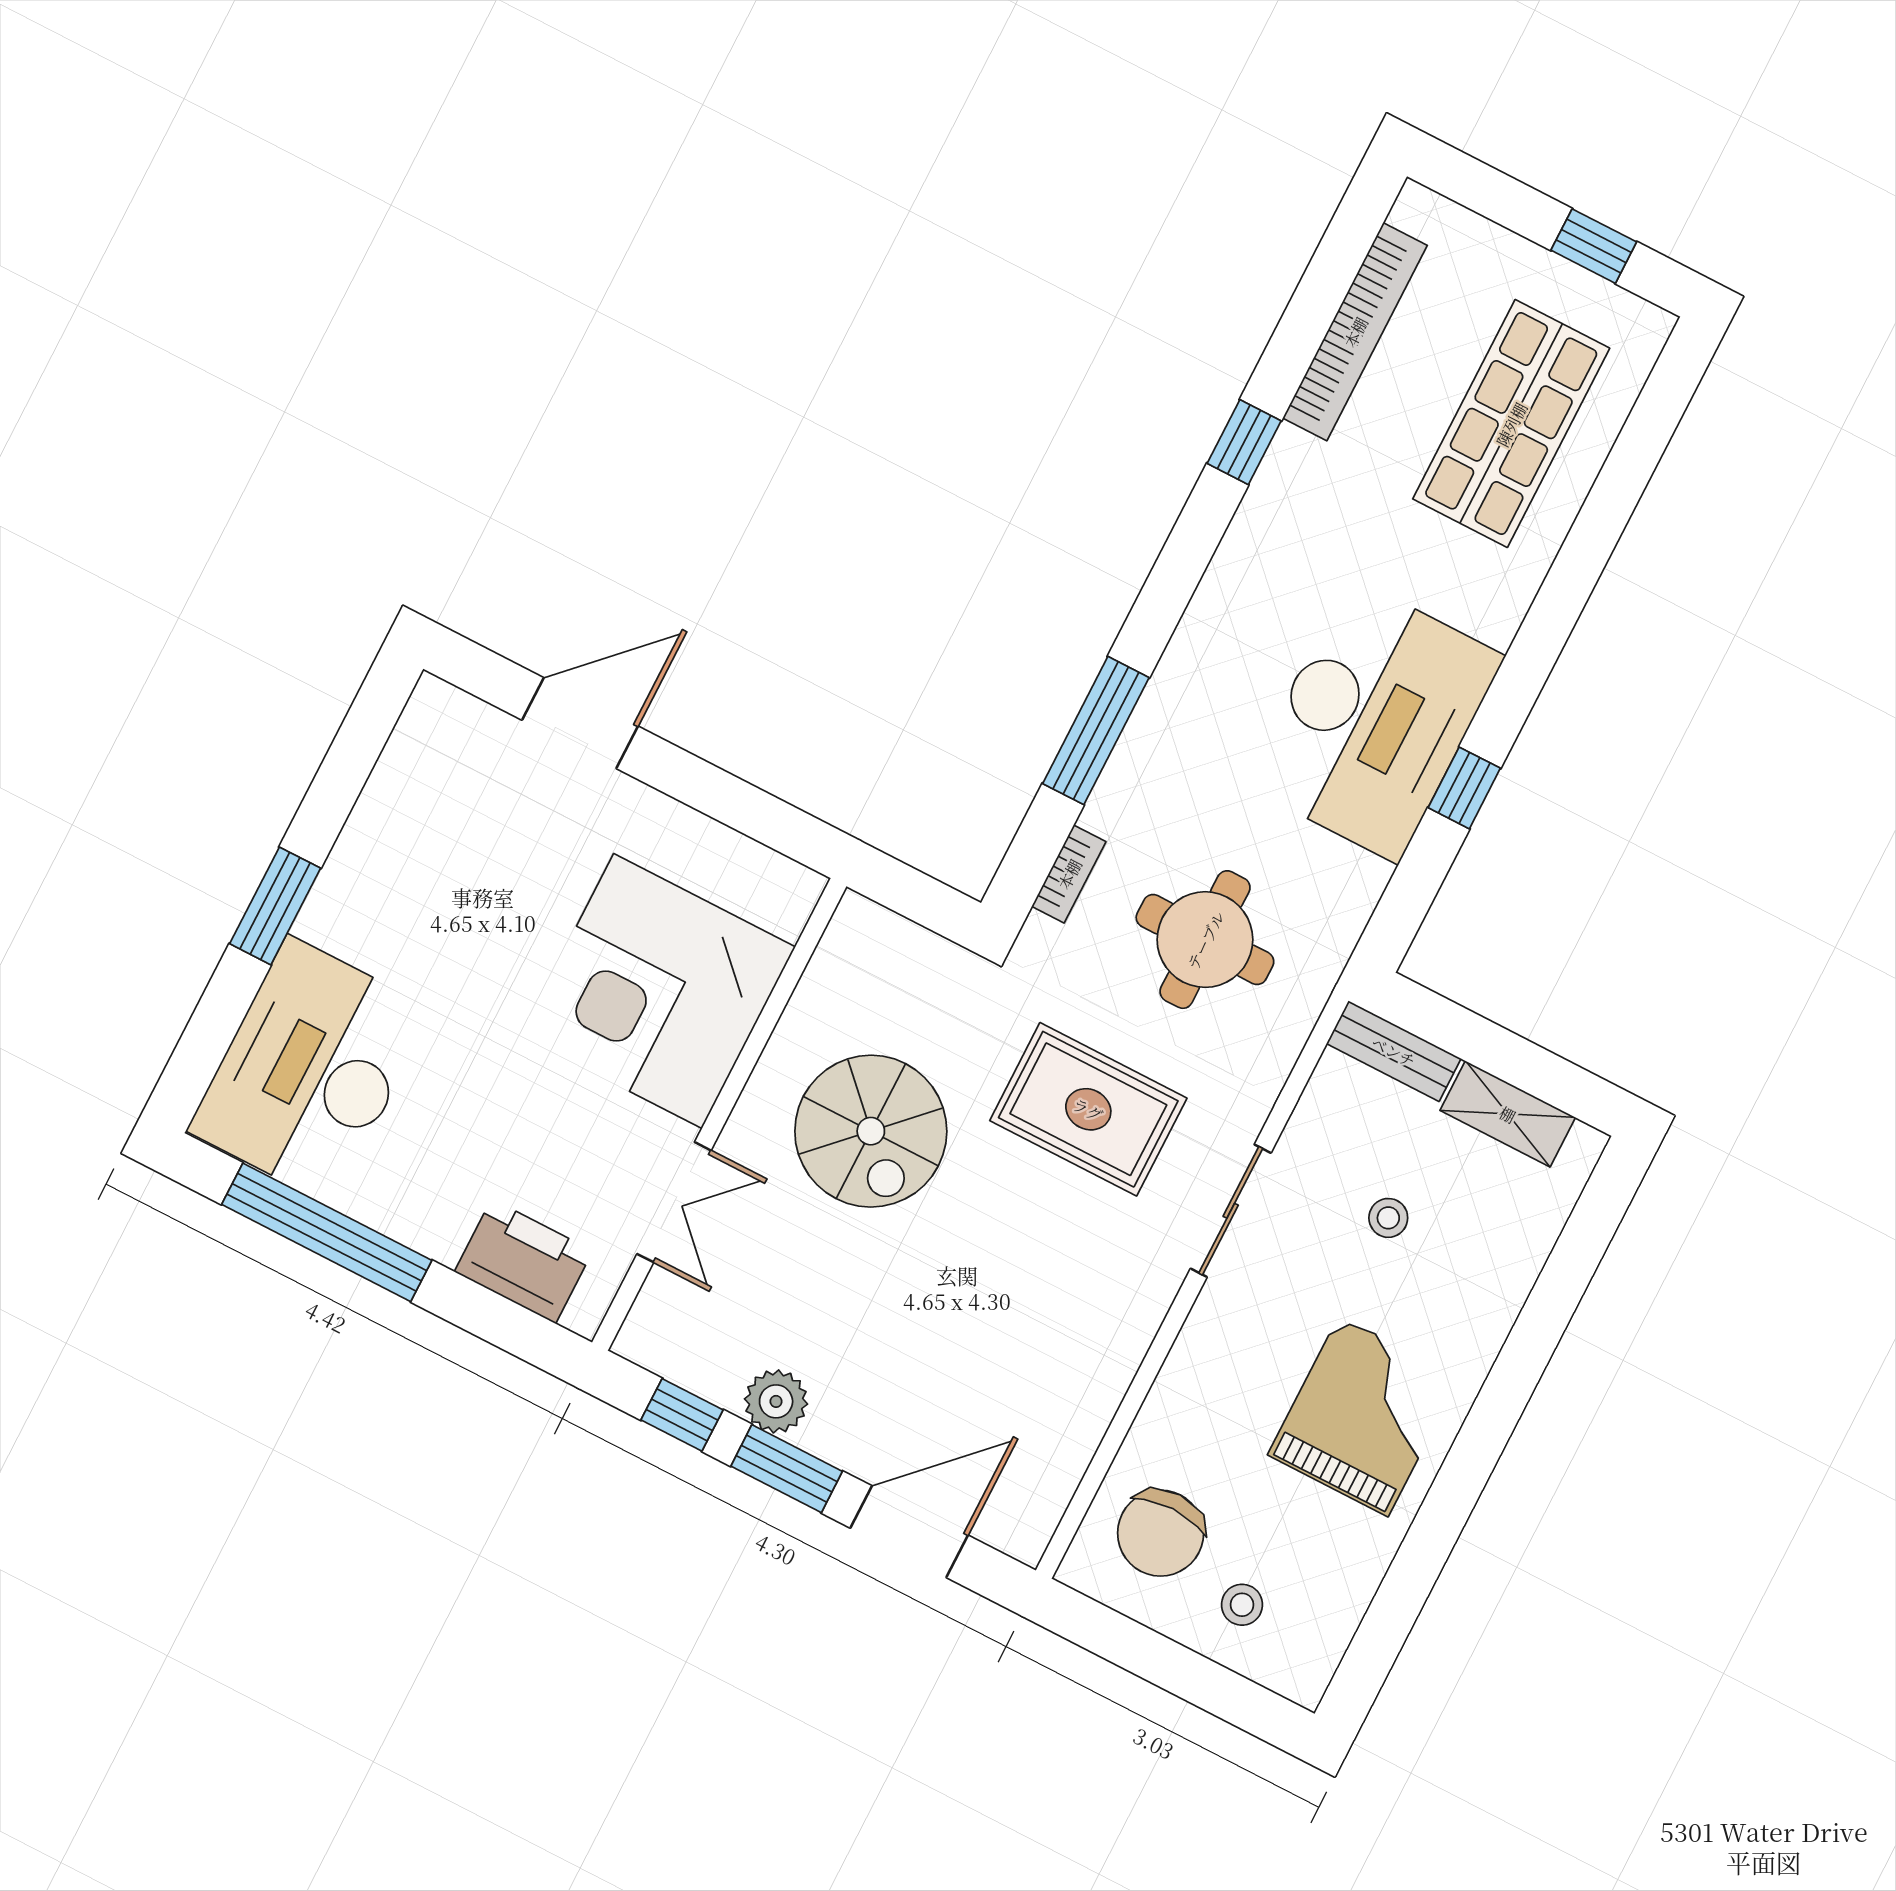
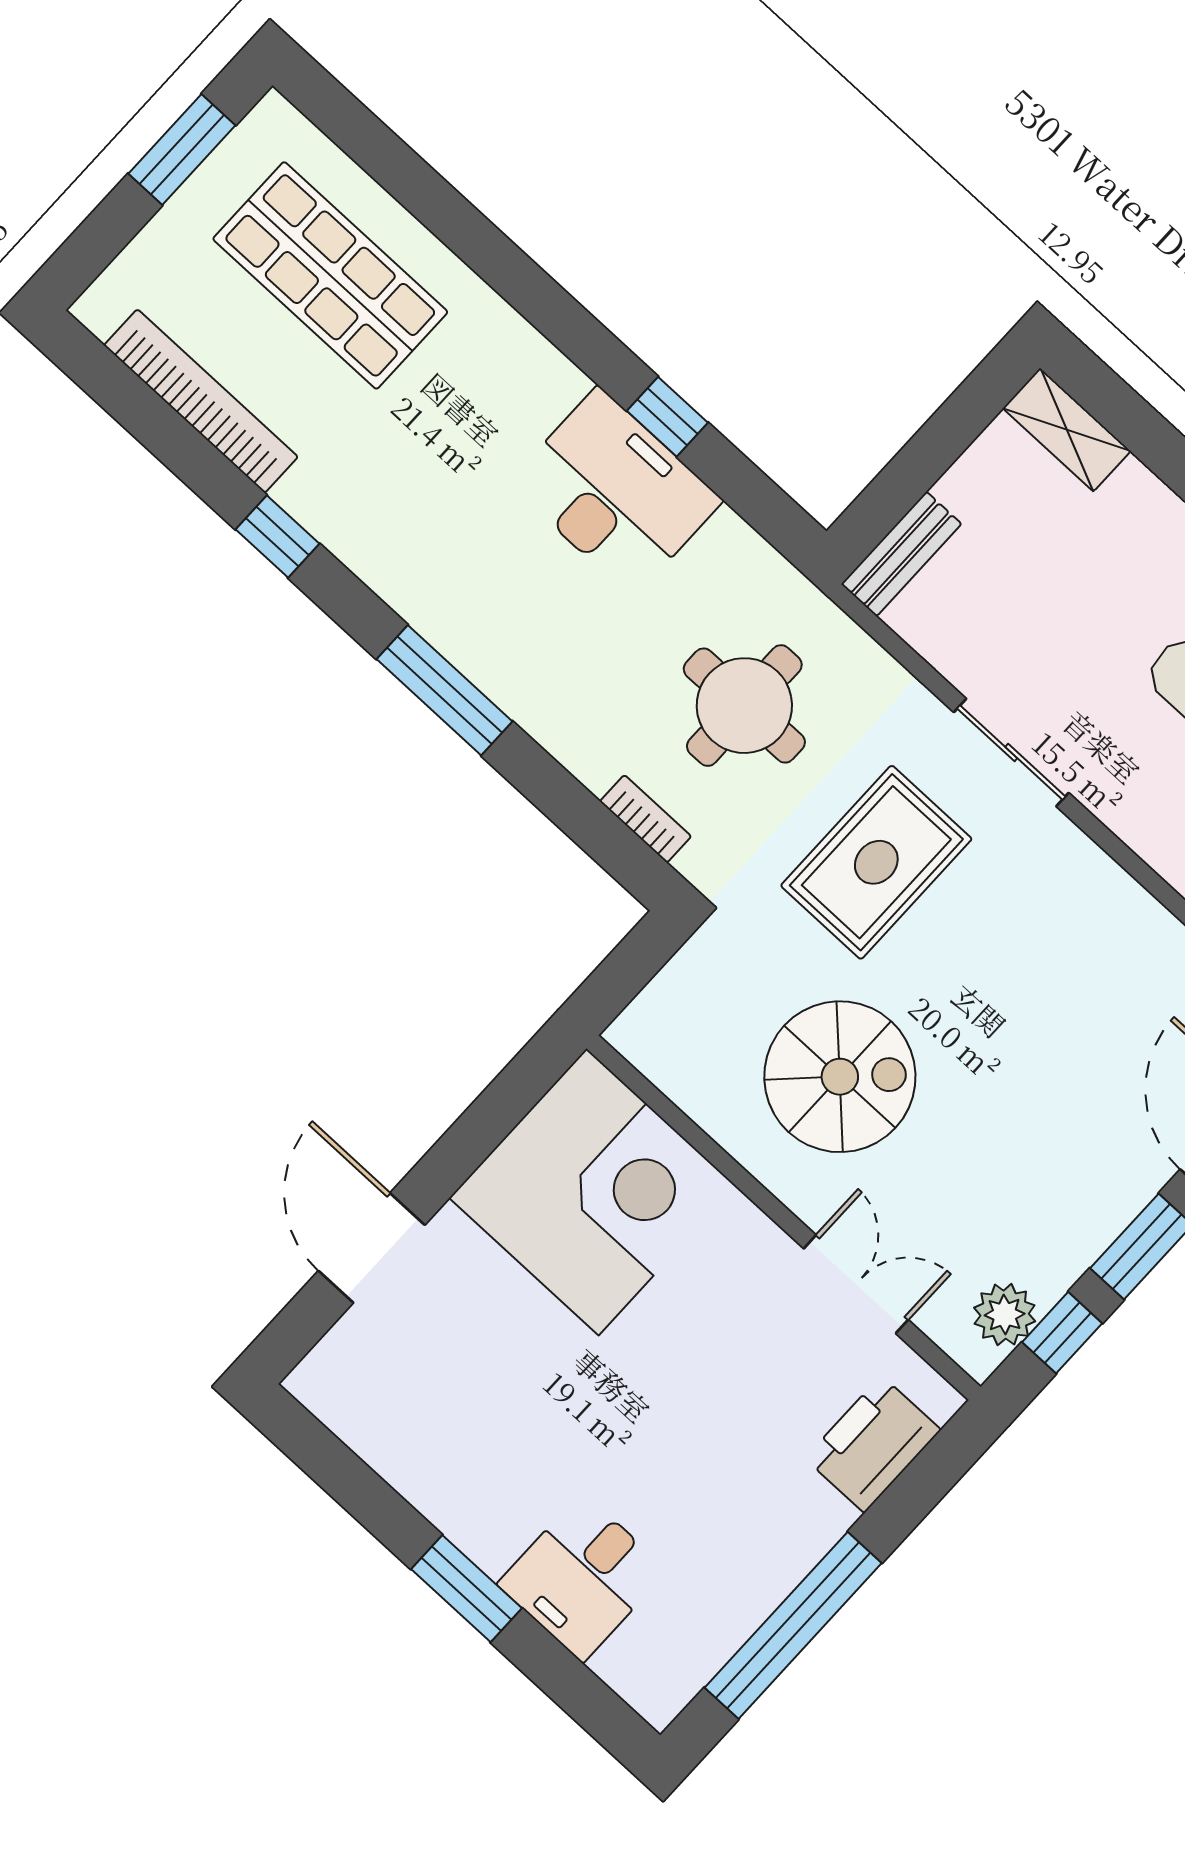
window: (1594, 246) -> (182, 149), width x1.50
desk: (1374, 720) -> (615, 492), width x0.73, depth x0.77
window: (1096, 731) -> (445, 690), moved
corner desk: (658, 991) -> (593, 1192), moved, turned -90
desk: (310, 1070) -> (582, 1577), width x0.53, depth x0.77
shelving: (1508, 1114) -> (1067, 430), moved, turned 90
stool: (1388, 1218) -> (1060, 603), removed
plant: (776, 1401) -> (1005, 1315), moved

